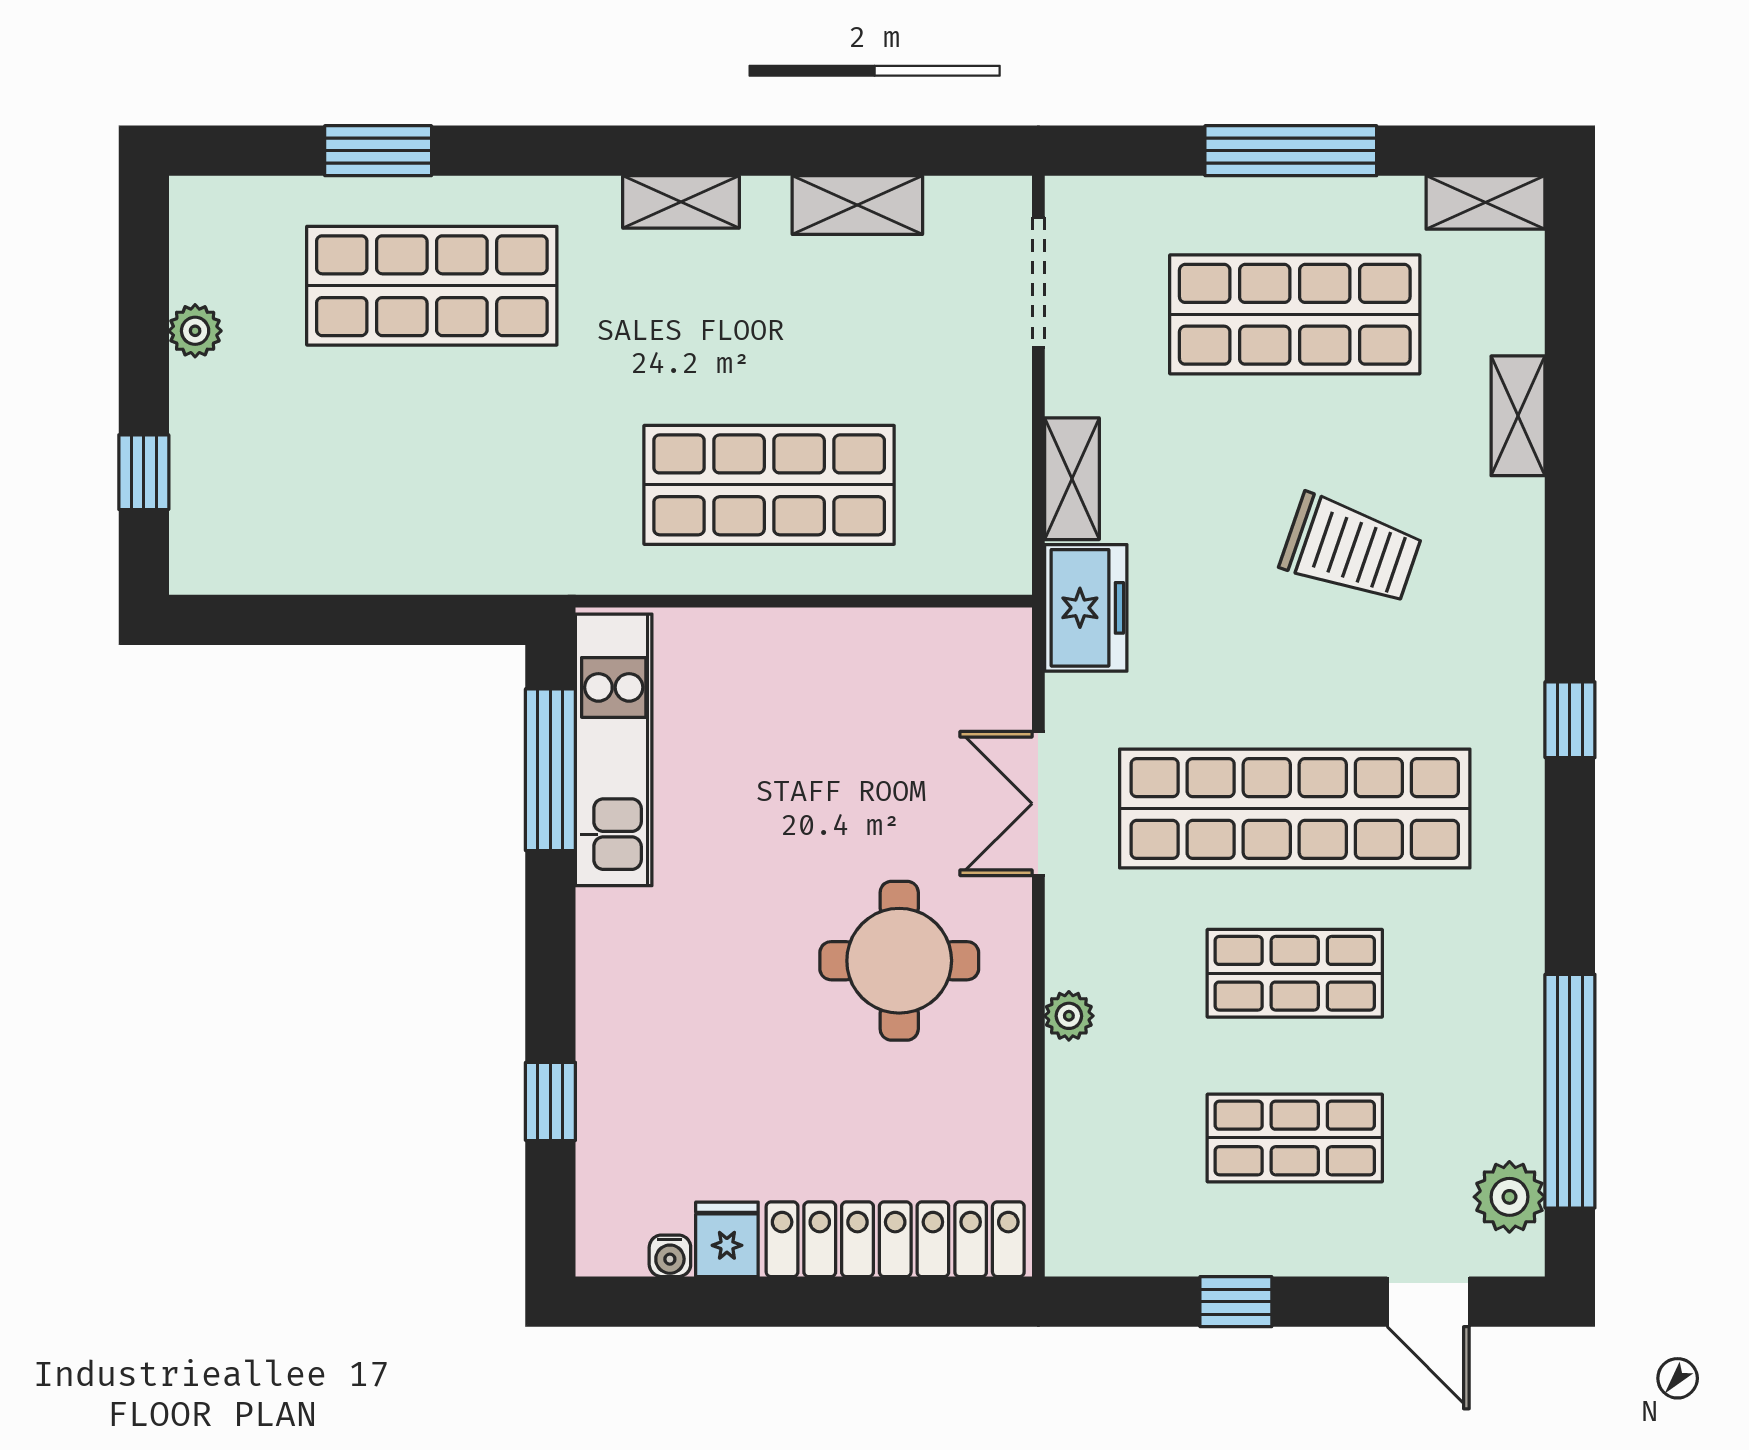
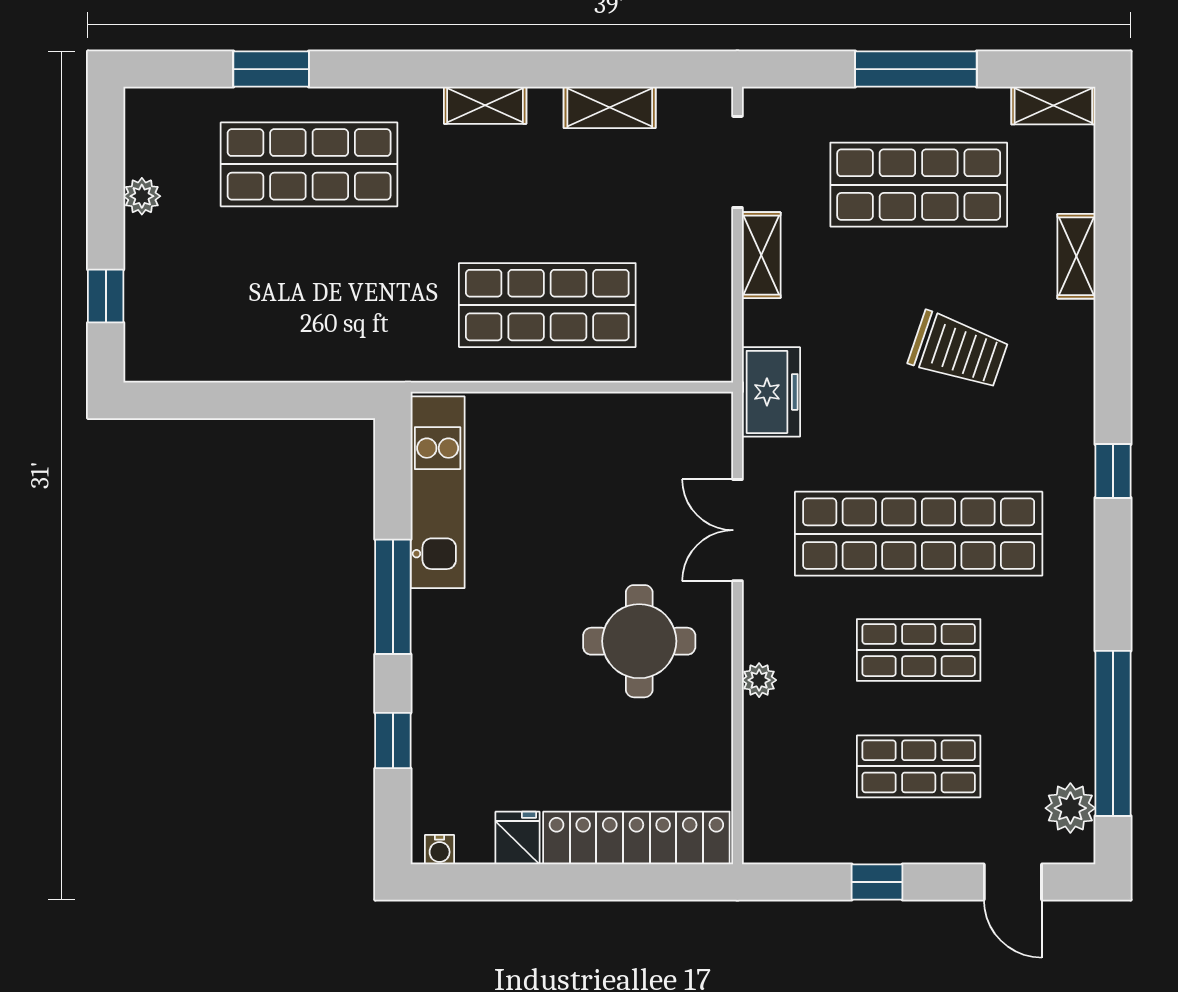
shelving: (1072, 479) -> (761, 255), moved
window: (550, 770) -> (393, 597), moved
water cooler: (670, 1256) -> (440, 850), moved

